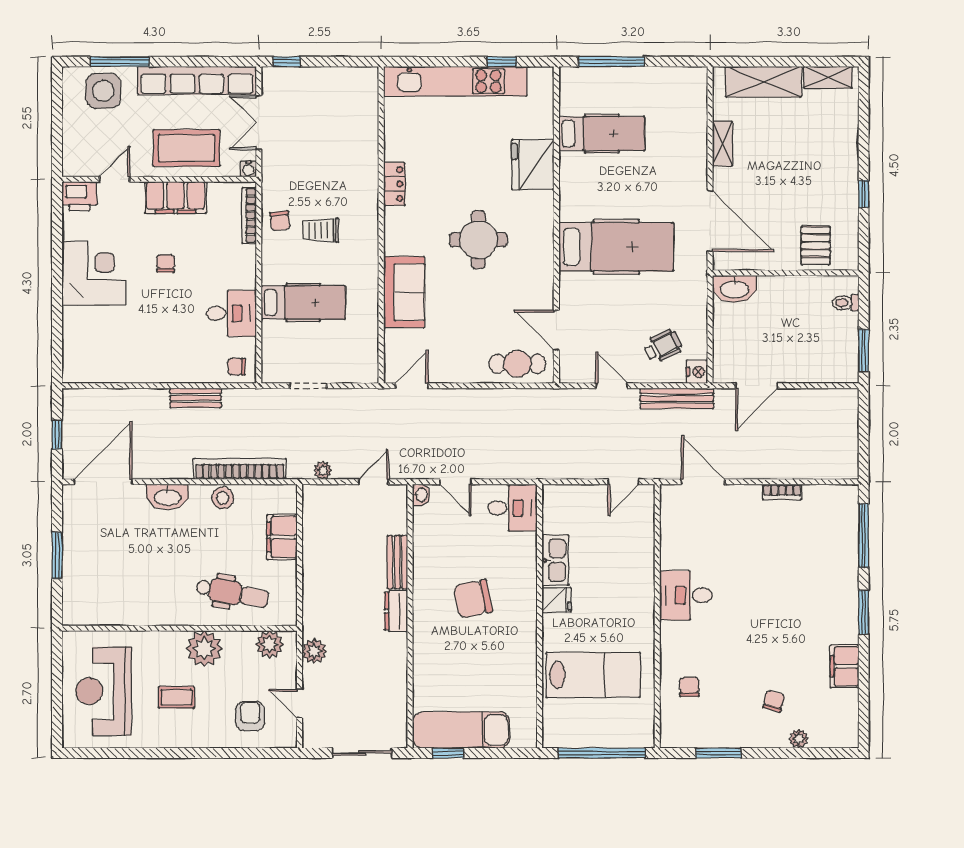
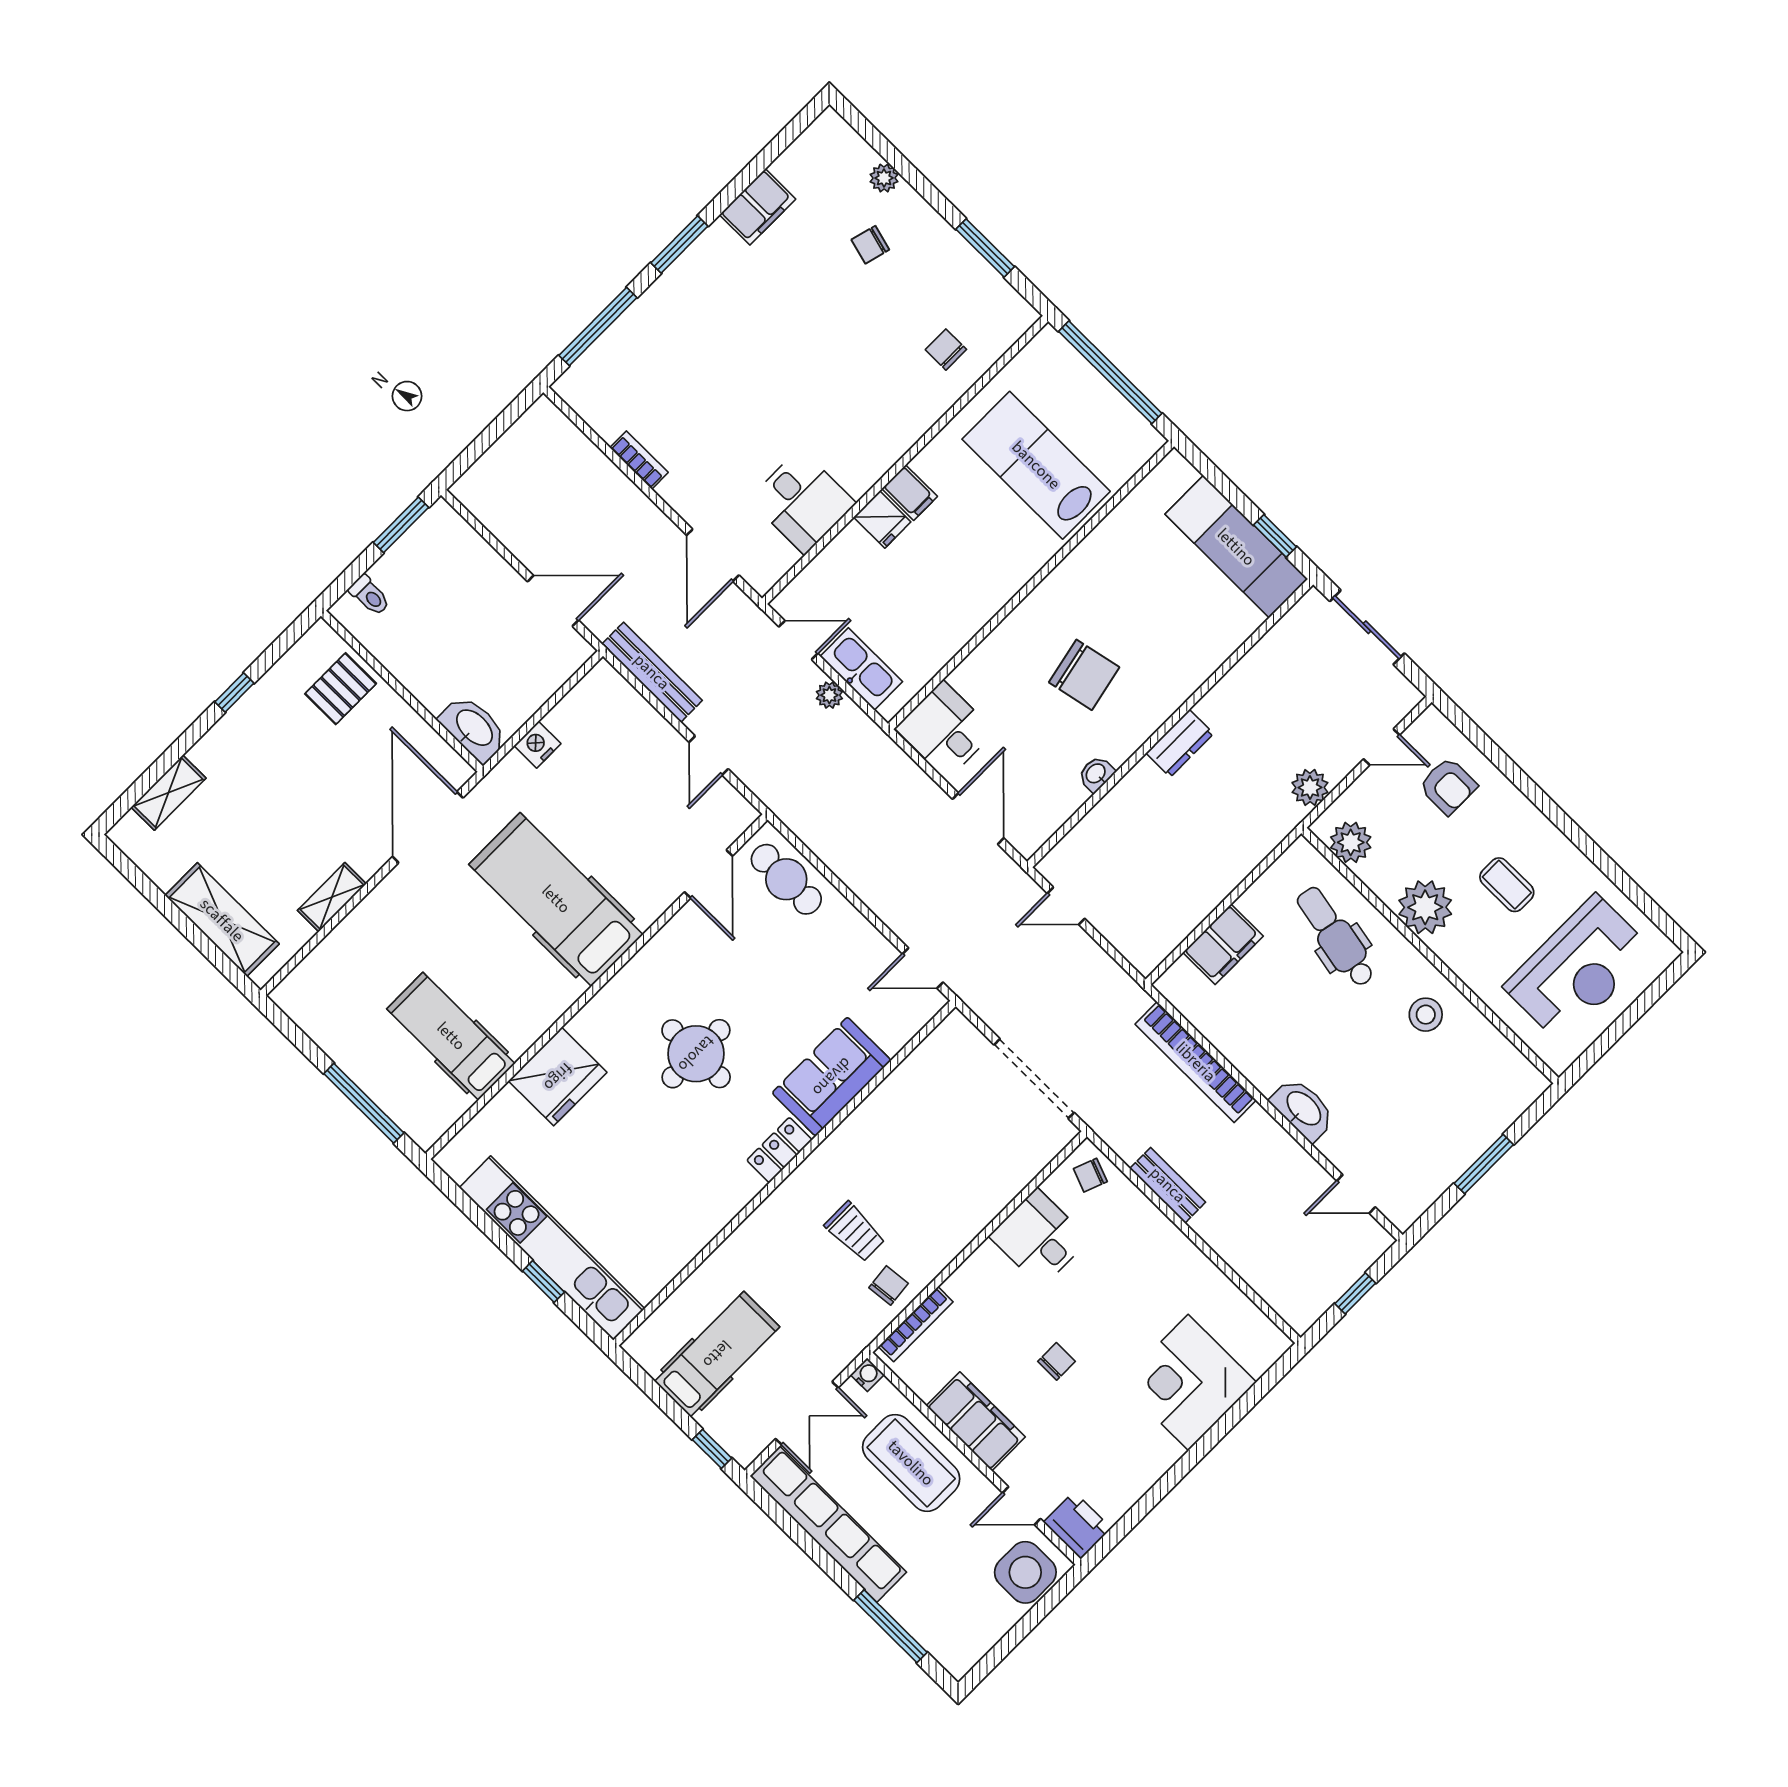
window: (502, 62) -> (543, 1282), moved
shelving: (828, 77) -> (168, 793), moved, turned 90
side table: (103, 91) -> (1025, 1572), moved
locker: (394, 184) -> (779, 1150), moved
chair: (166, 263) -> (1057, 1361), turned 180
corner desk: (94, 273) -> (1188, 1383), moved
hospital bed: (303, 302) -> (717, 1354), moved, turned 90
wheelchair: (663, 346) -> (612, 743), removed
chair: (237, 367) -> (1090, 1175), turned 111
nightstand: (697, 372) -> (537, 745), moved
doorway: (308, 386) -> (1034, 1079), width x1.87
plant: (323, 470) -> (829, 695), moved
door: (103, 482) -> (1356, 1194), width x0.53
door: (456, 482) -> (978, 819), width x1.38
washbasin: (421, 495) -> (1096, 774), moved
stool: (223, 498) -> (1426, 1015), moved
kitchen sink: (555, 560) -> (861, 669), moved, turned 90
bench: (397, 562) -> (1126, 794), removed
desk: (686, 595) -> (802, 501), moved
fridge: (557, 600) -> (882, 519), moved, turned 180
filing cabinet: (640, 603) -> (910, 493), added
chair: (689, 687) -> (946, 350), turned 90
door: (299, 704) -> (1382, 747), hinge flipped
armchair: (250, 716) -> (1448, 786), turned -90

